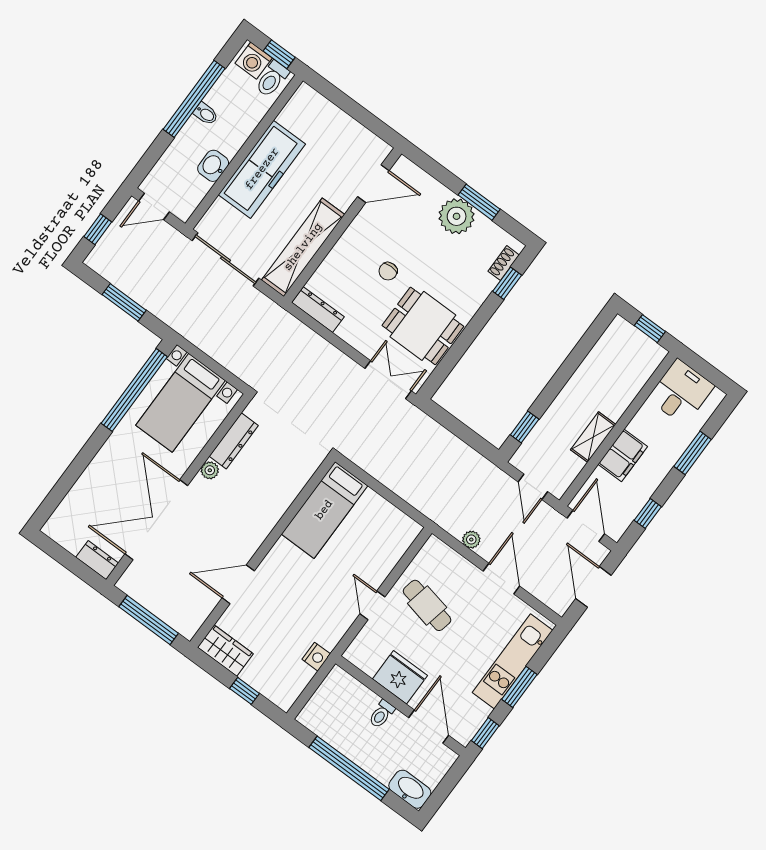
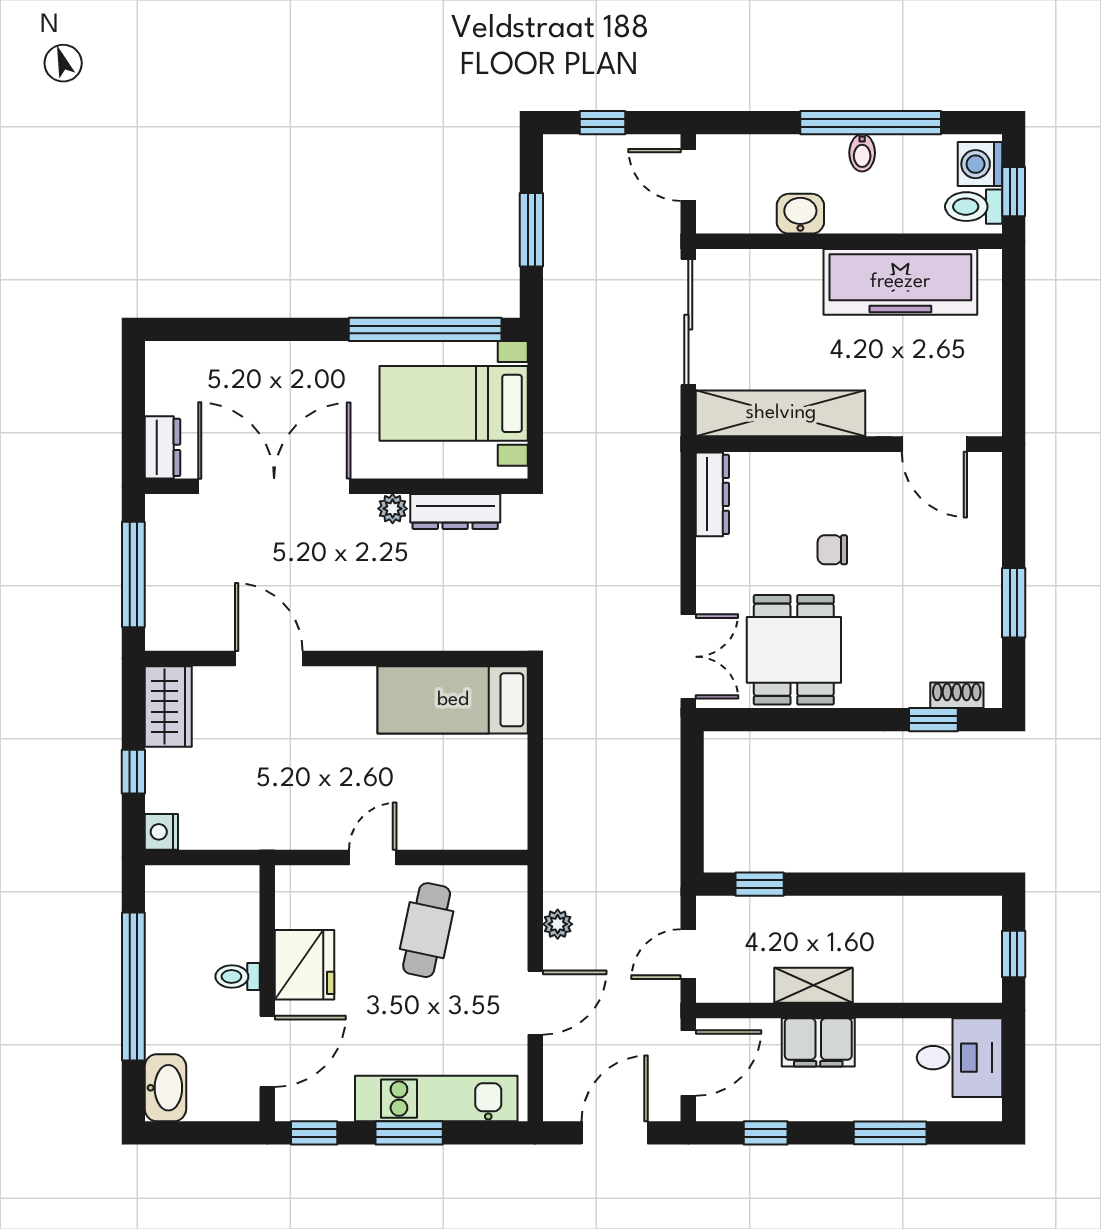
freezer: (262, 169) -> (900, 282), moved
plant: (457, 216) -> (973, 587), removed
nightstand: (316, 657) -> (161, 832), moved, turned 90

